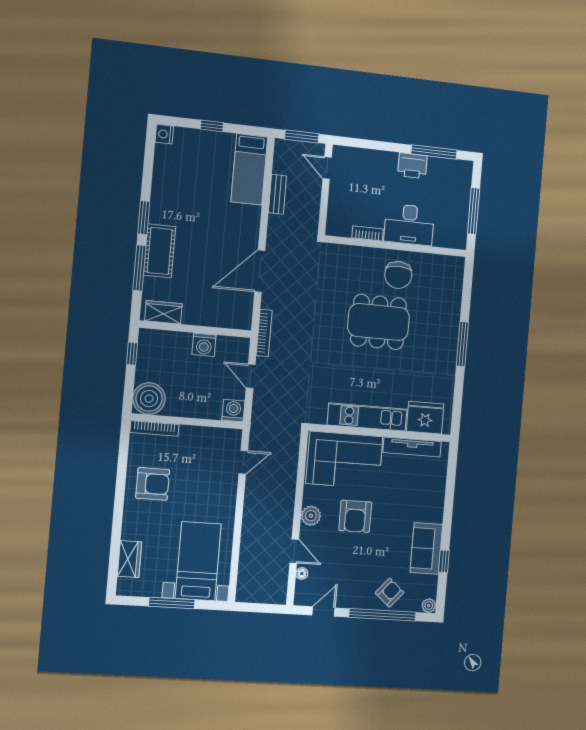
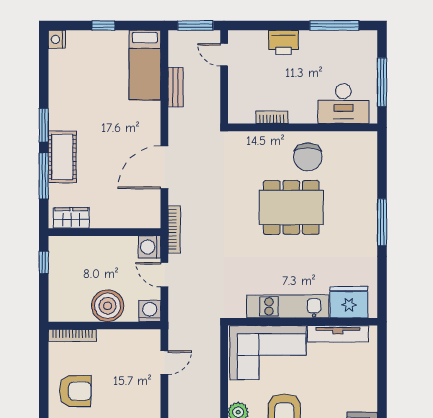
printer: (412, 166) -> (283, 42), moved
desk: (409, 225) -> (343, 104), moved
washing machine: (204, 345) -> (149, 247), moved, turned 90
boiler: (149, 399) -> (108, 306), moved

